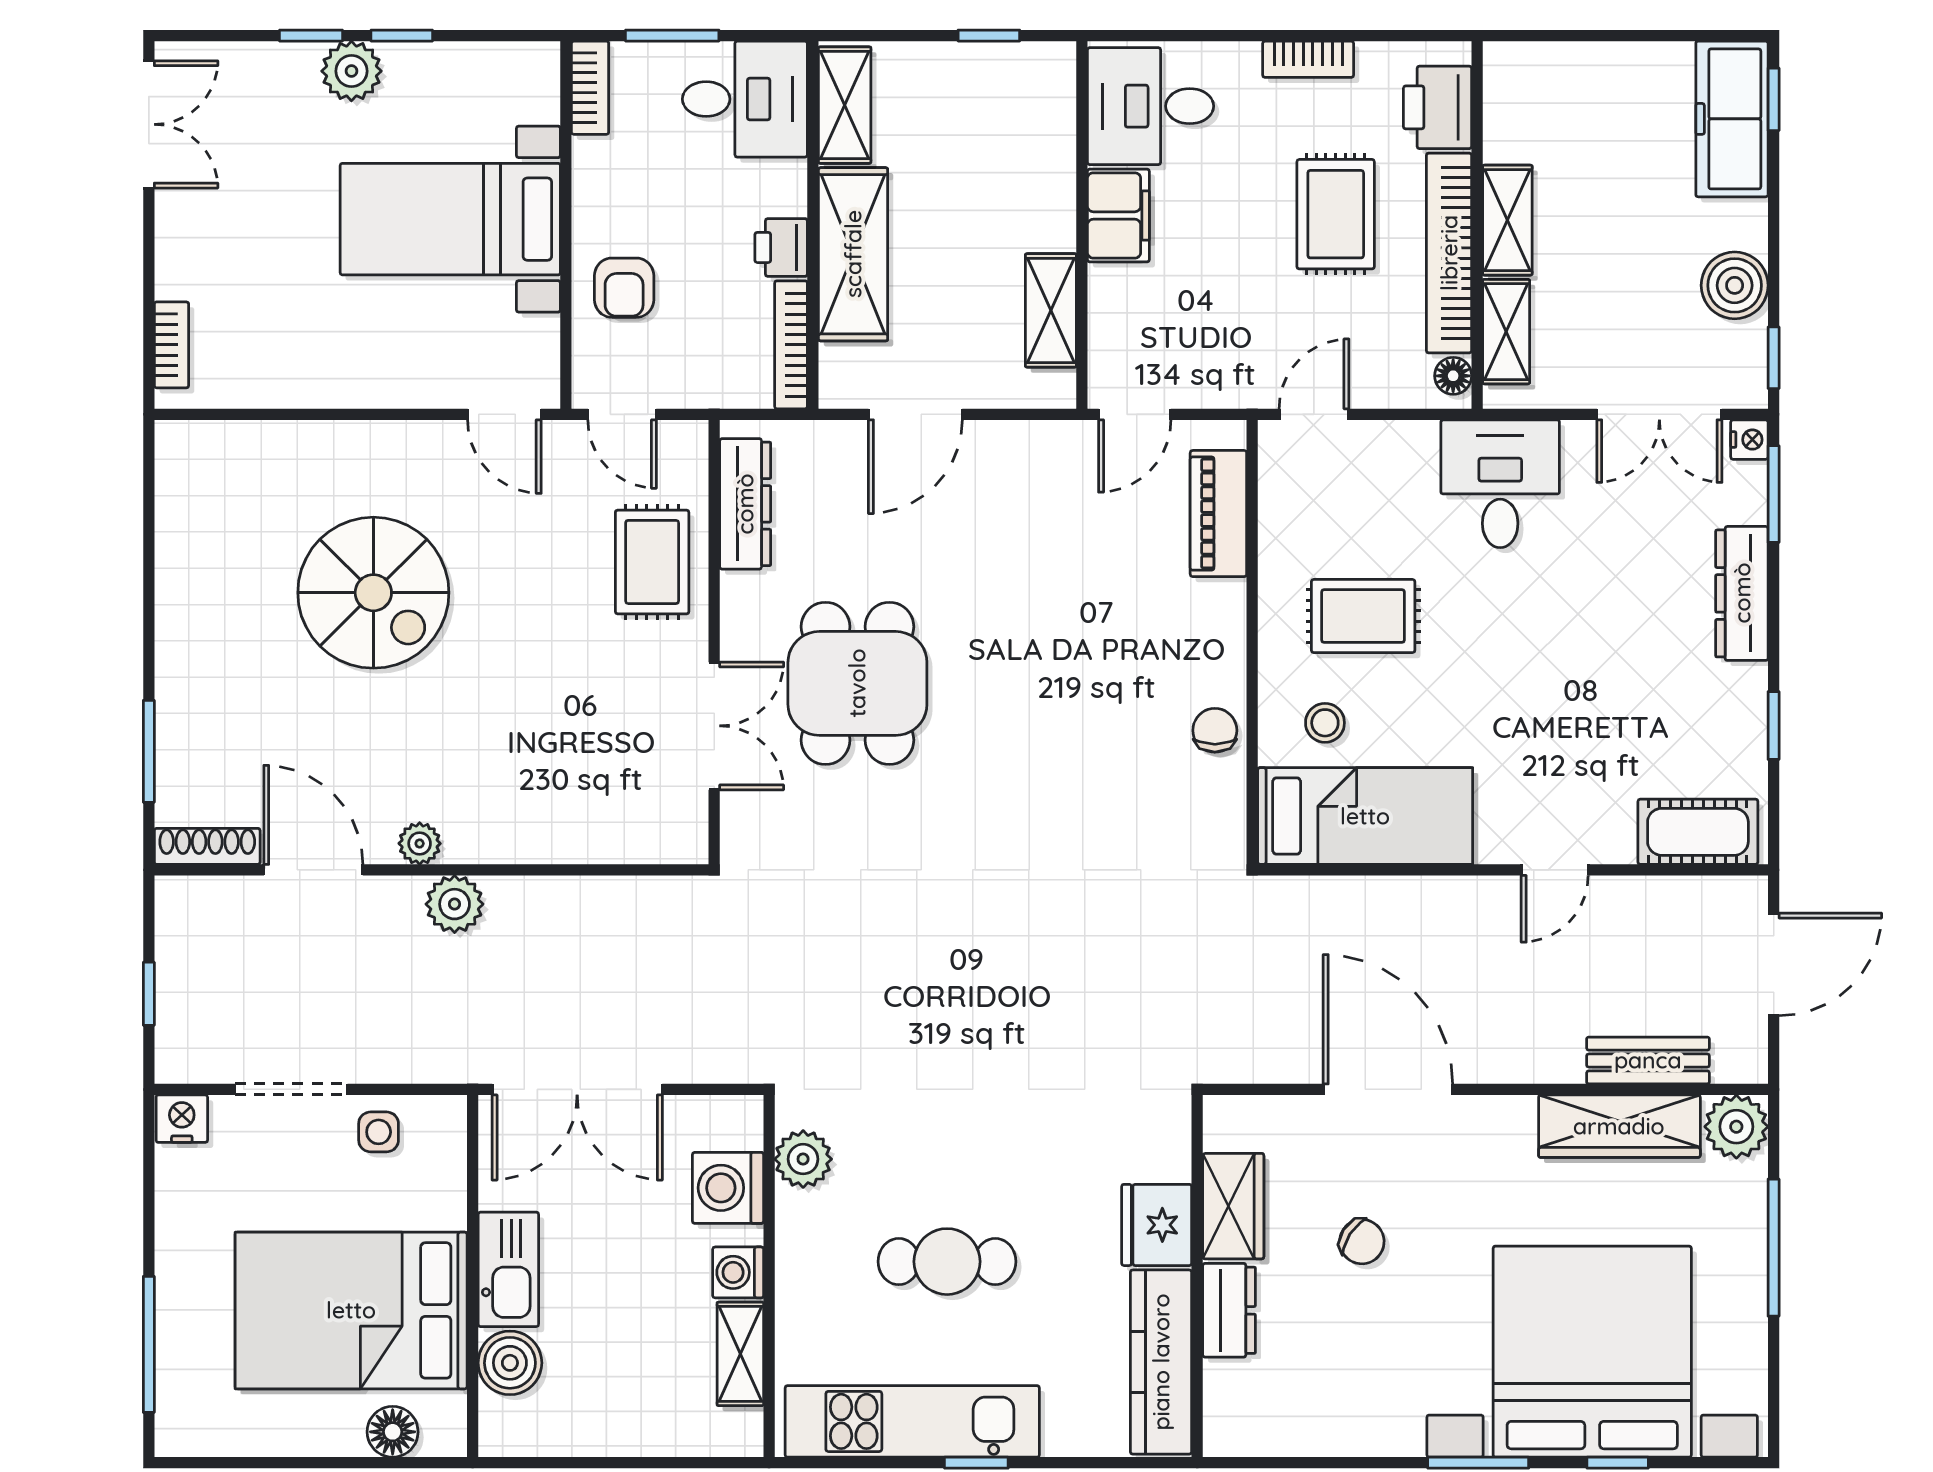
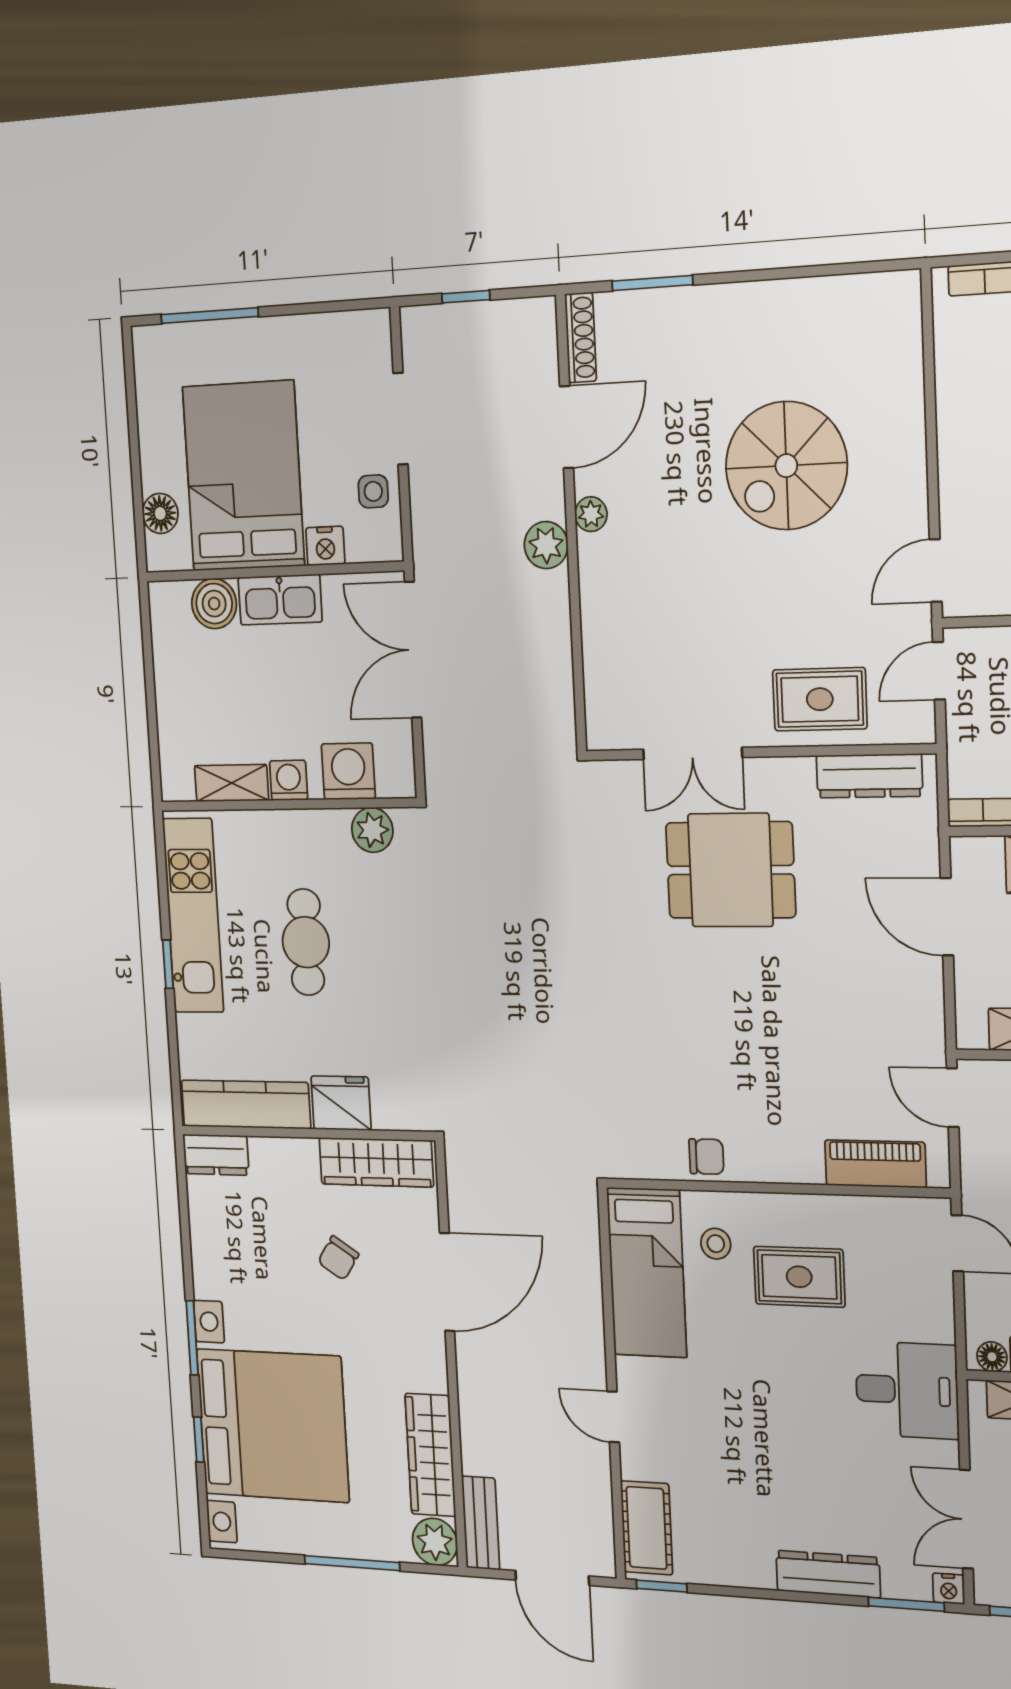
rug: (1363, 616) -> (799, 1277), turned 90
window: (1774, 726) -> (662, 1586), moved
bench: (1648, 1060) -> (481, 1523), moved
nightstand: (182, 1119) -> (325, 546), moved, turned 90
wardrobe: (1233, 1206) -> (376, 1162), width x1.50
dresser: (1229, 1310) -> (216, 1155), moved

